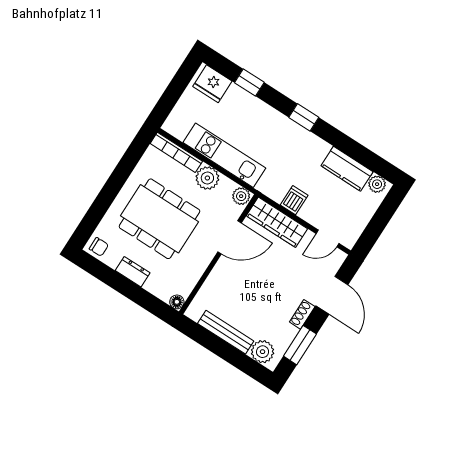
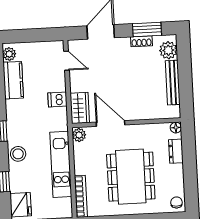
stool: (267, 119) -> (18, 154), added
plant: (207, 178) -> (83, 165), removed
wardrobe: (277, 222) -> (80, 108), width x0.67
dresser: (133, 272) -> (176, 151), moved
shoe rack: (302, 314) -> (142, 41), moved

